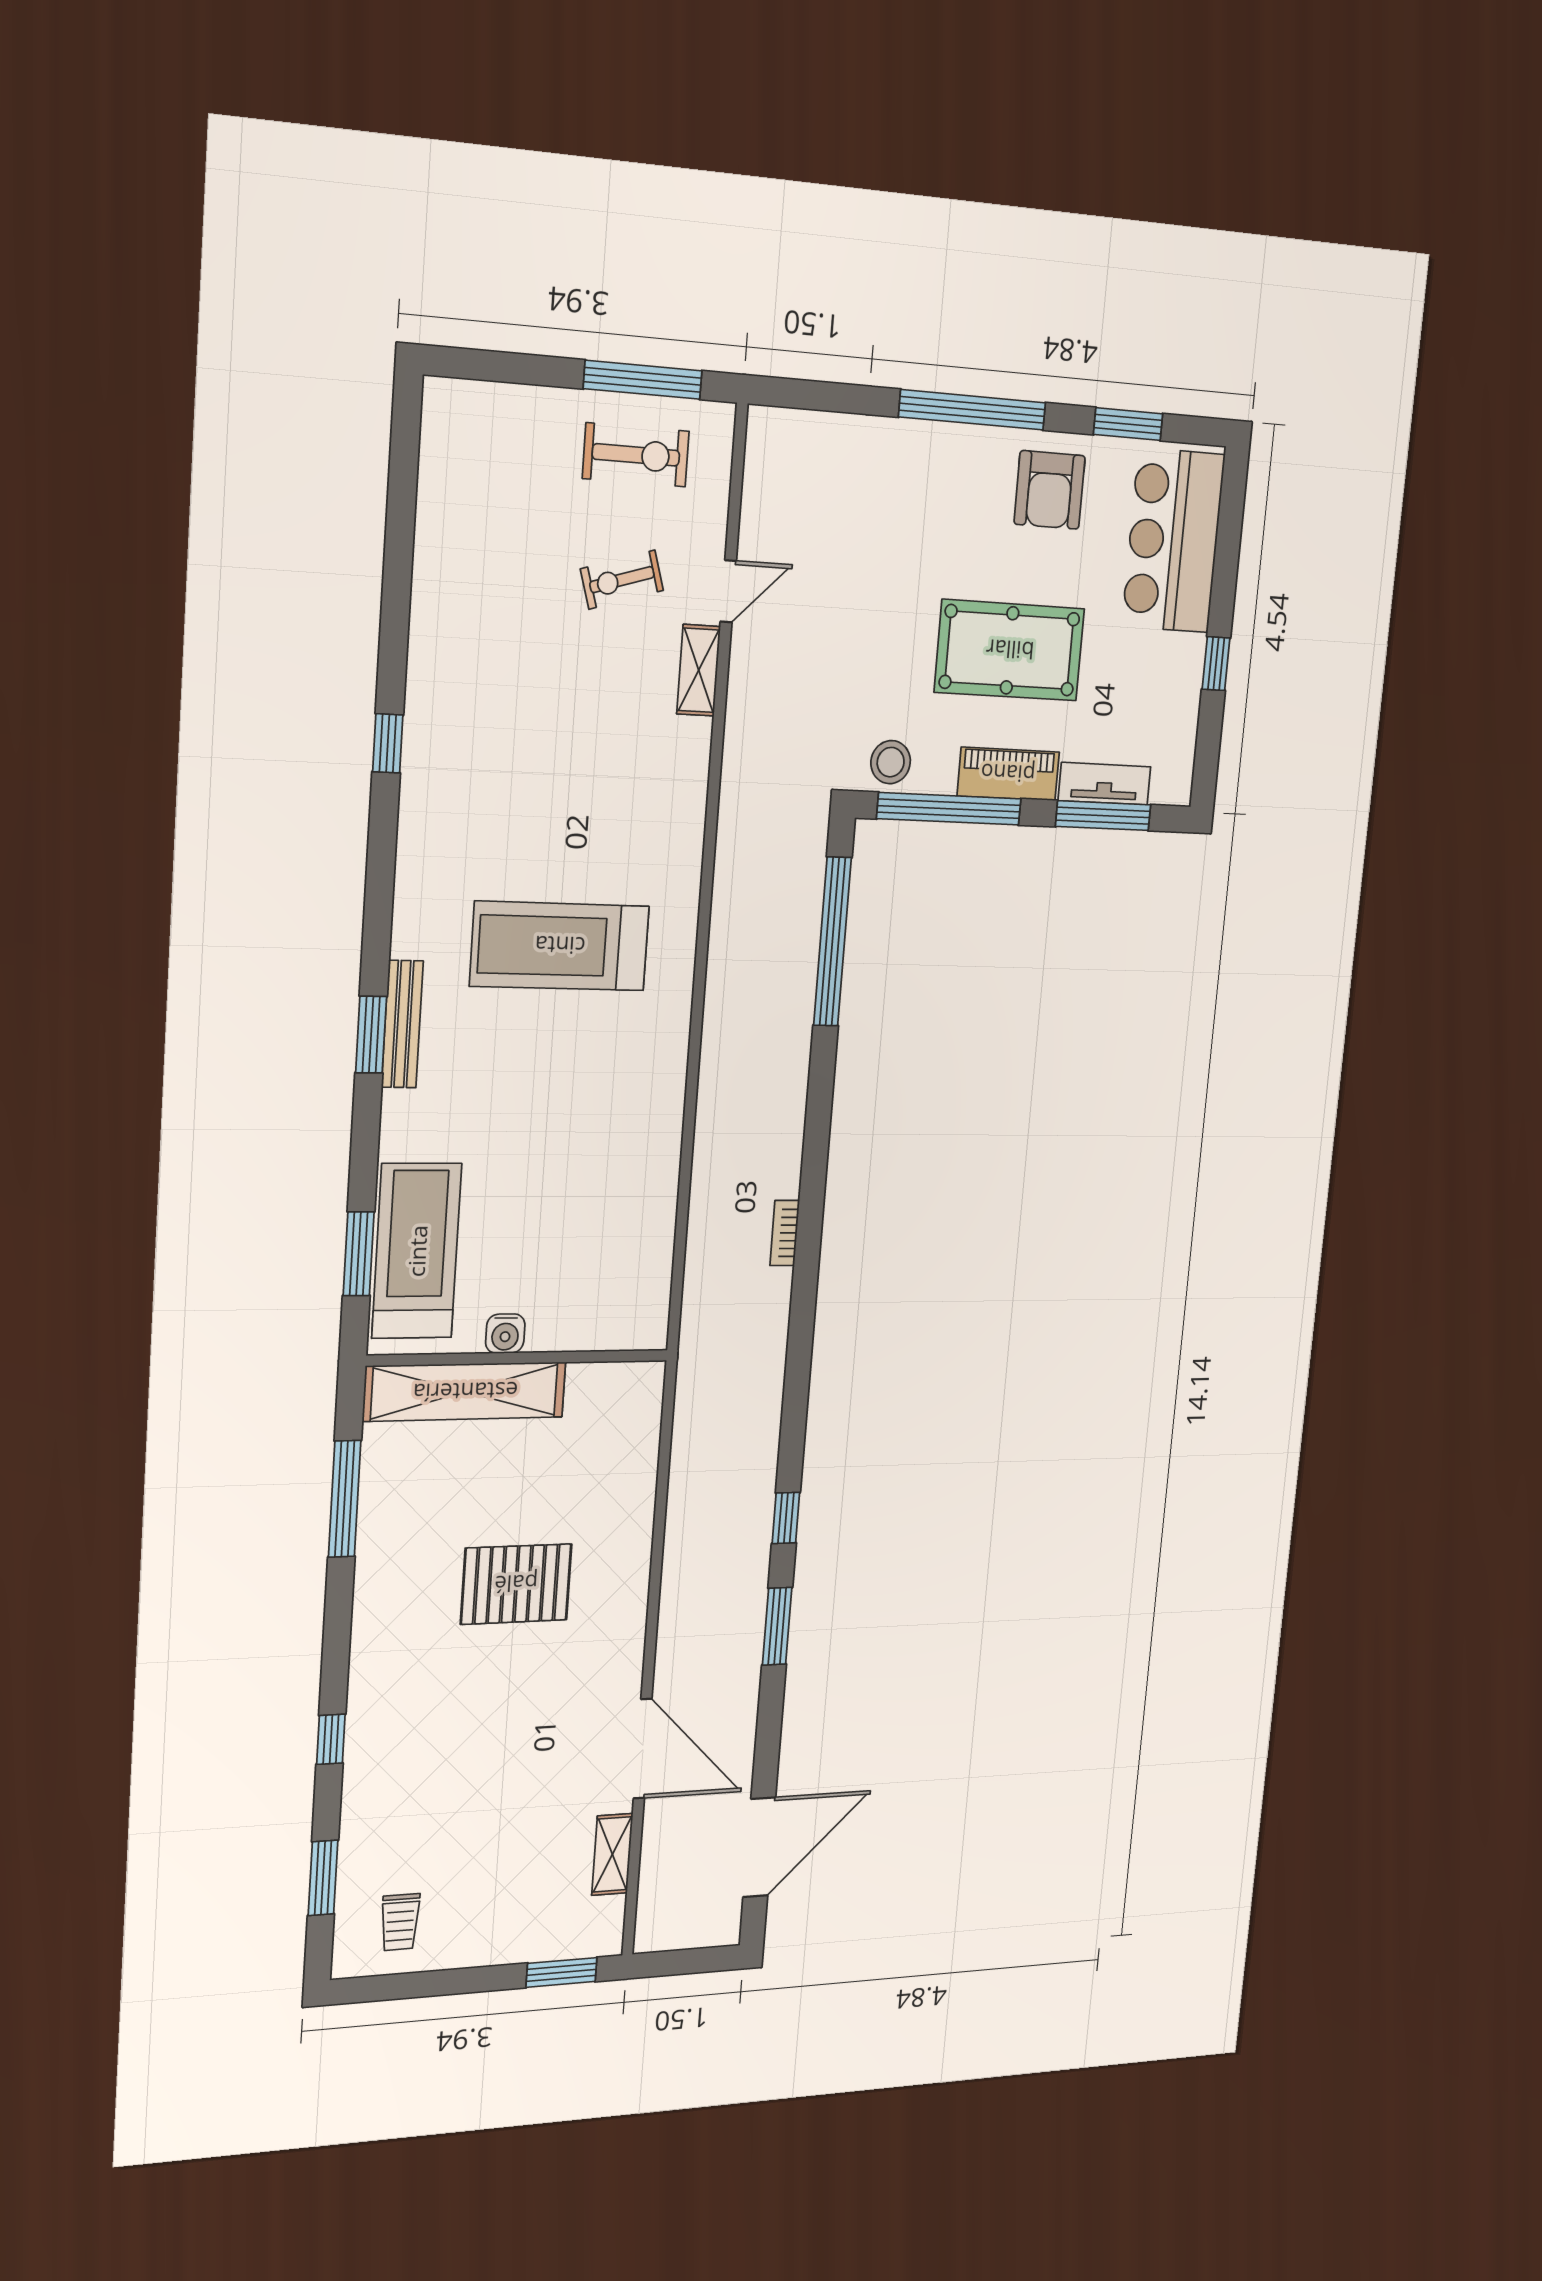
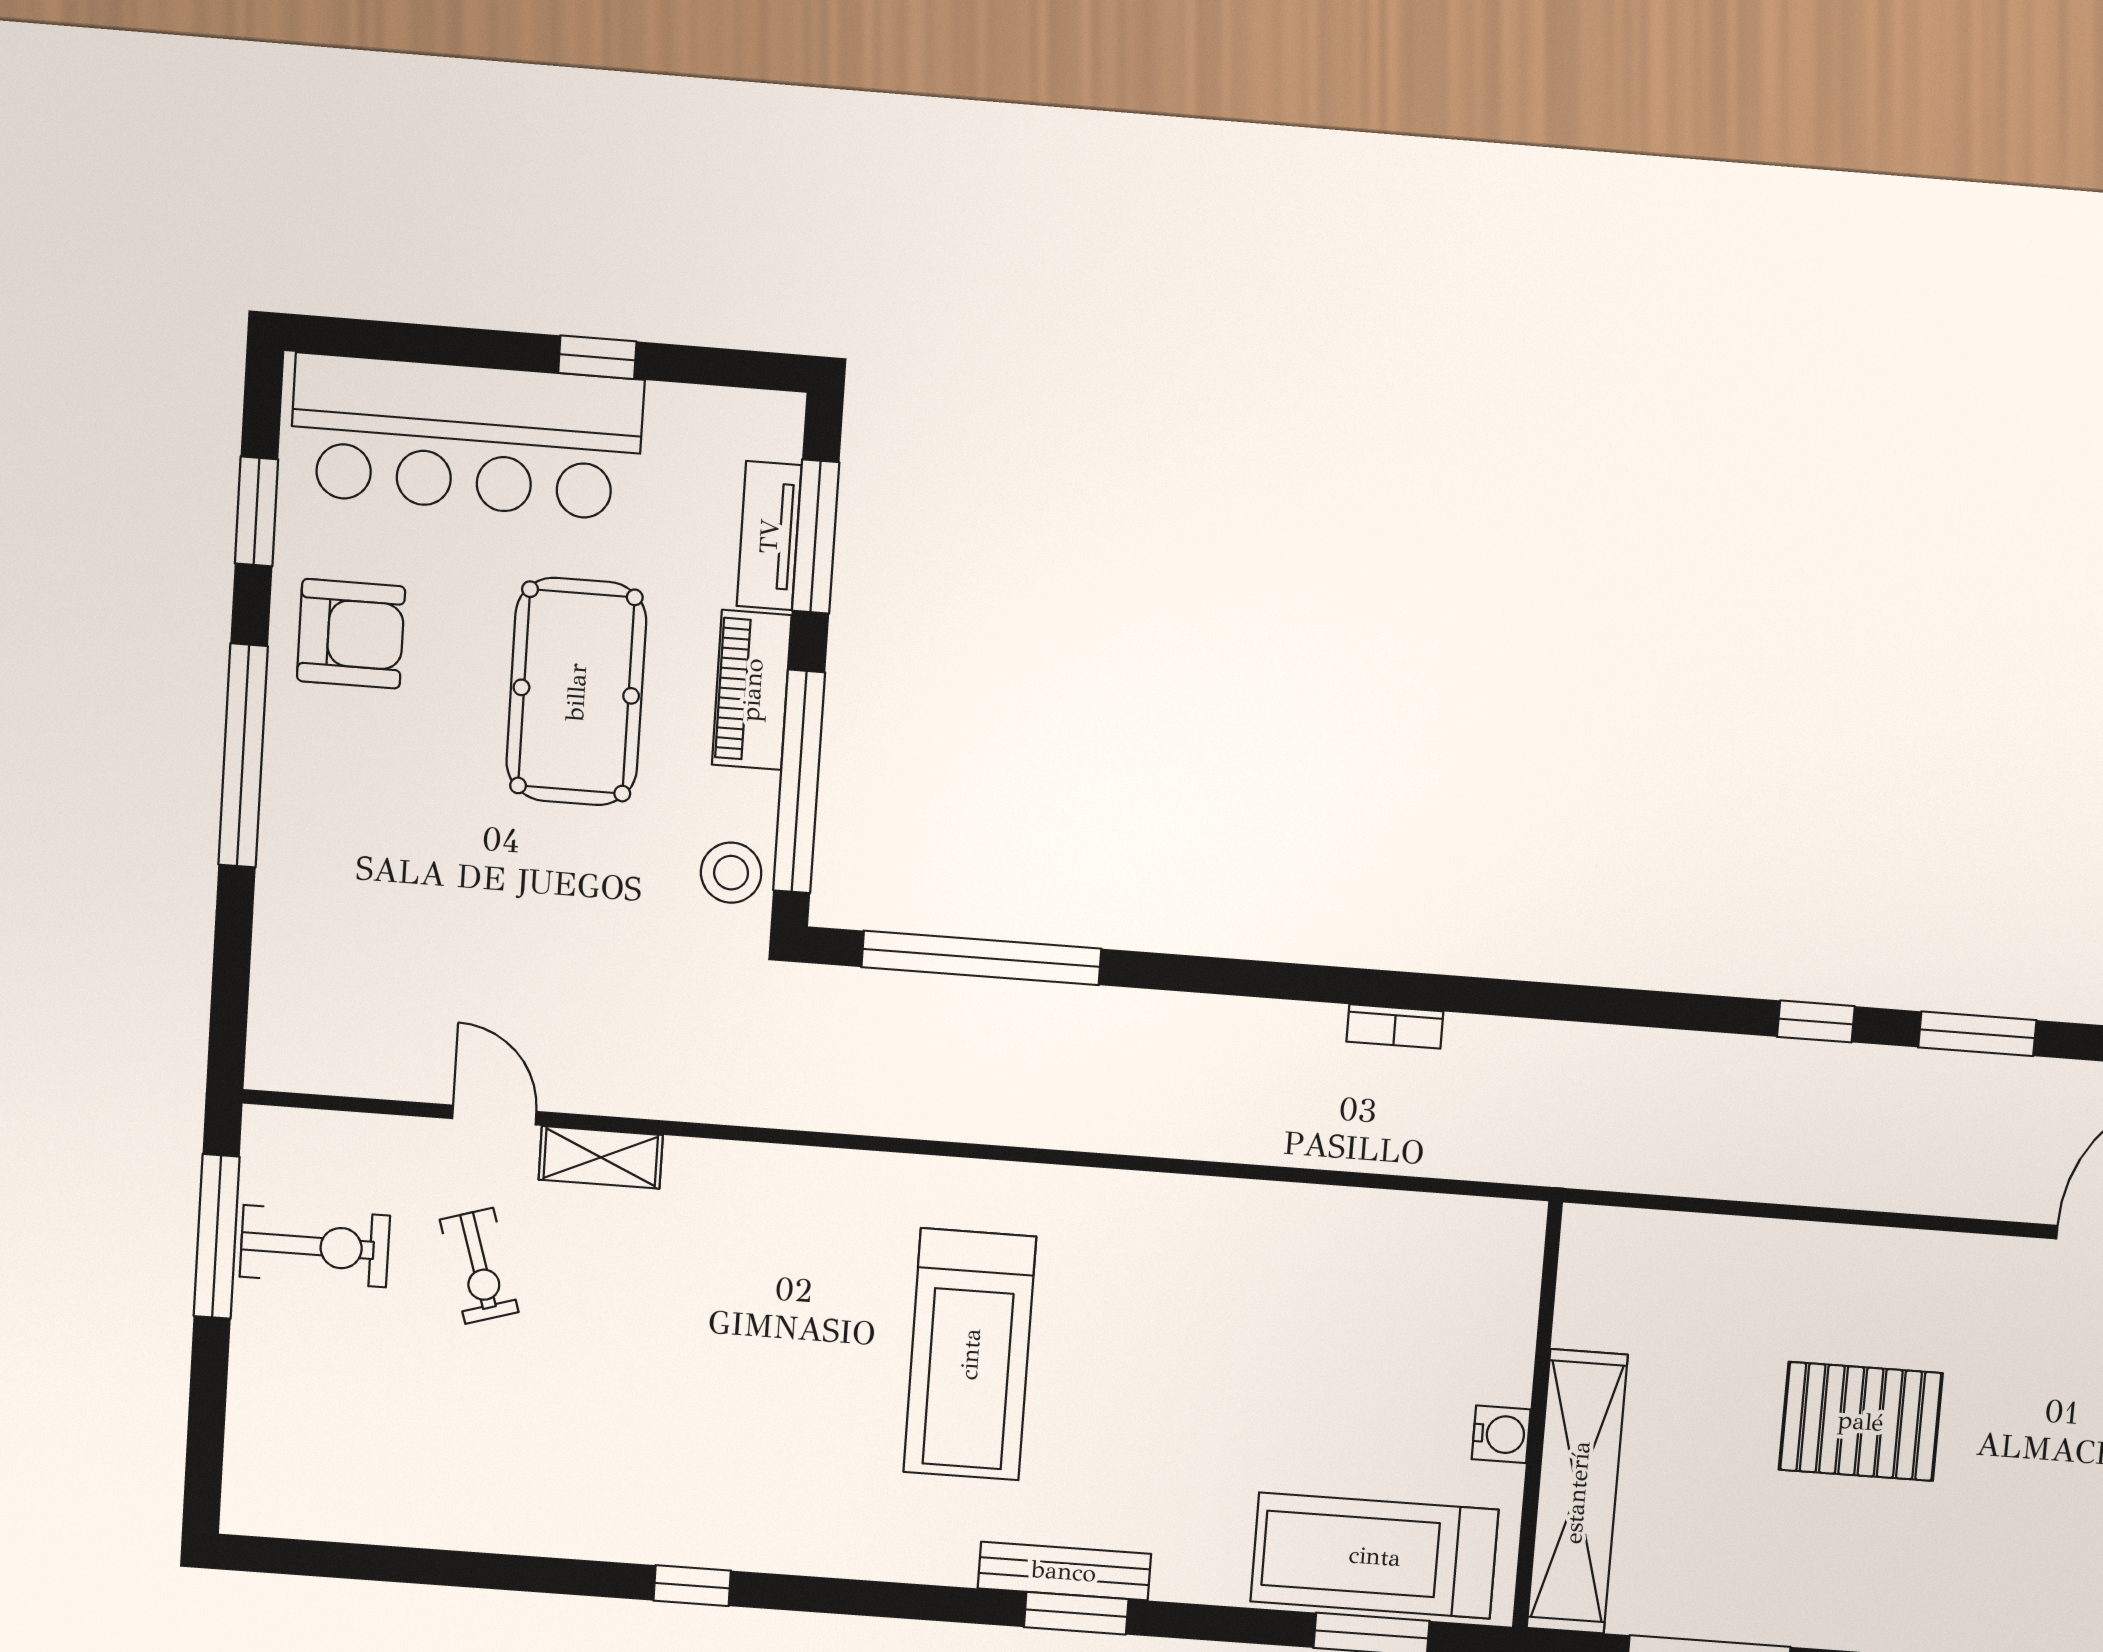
exercise bike: (636, 455) -> (315, 1246), turned 90
bar counter: (1173, 541) -> (466, 437), width x1.36
pallet: (516, 1584) -> (1861, 1421), turned 90

